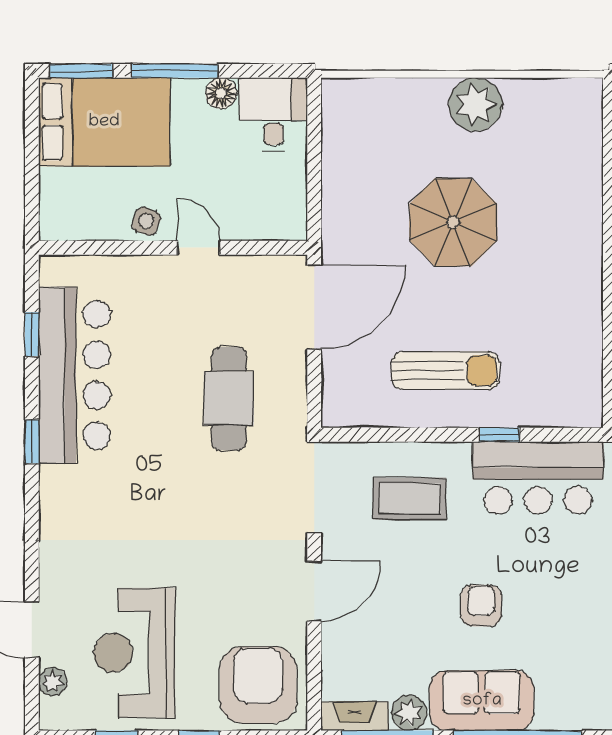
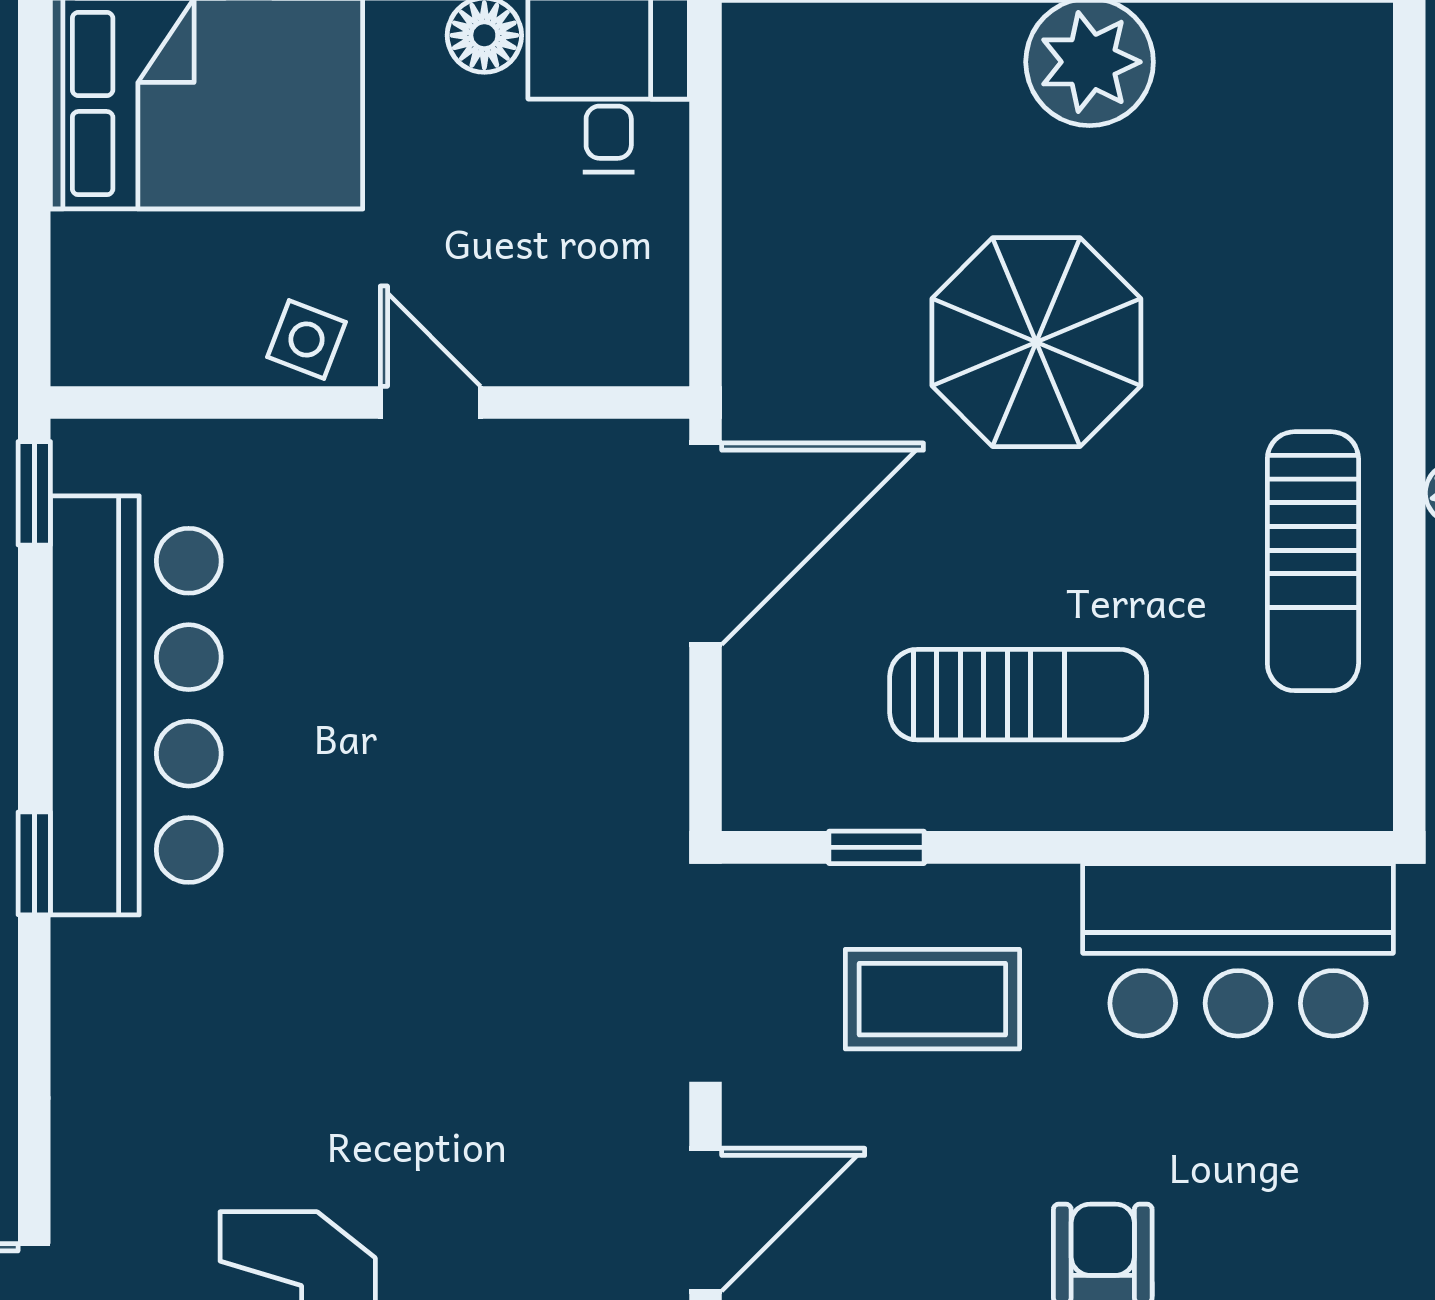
sun lounger: (569, 314) -> (1313, 561), added
window: (32, 334) -> (34, 493), moved
cafe table: (229, 398) -> (503, 761), removed
window: (499, 435) -> (877, 847), moved

